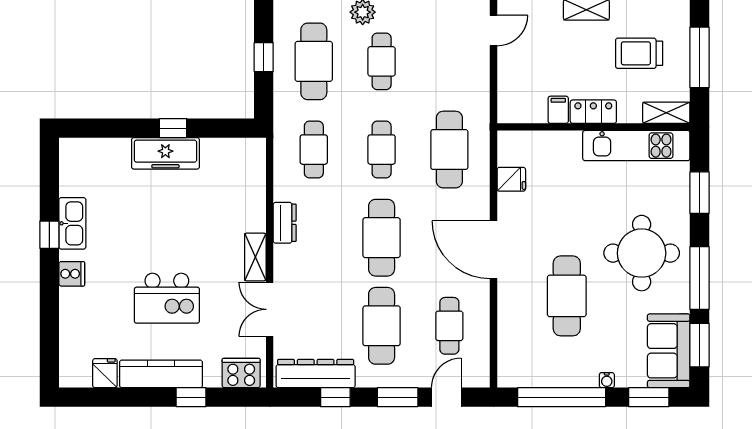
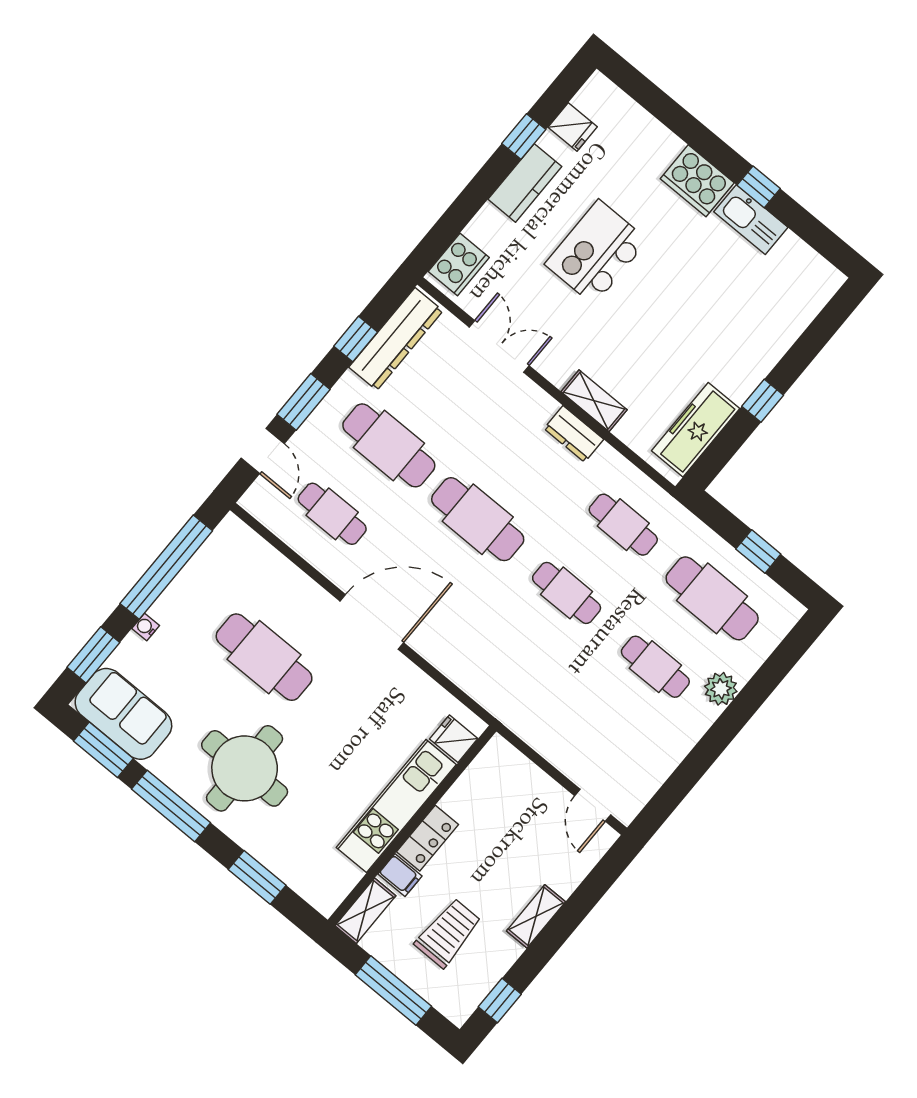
filing cabinet: (558, 110) -> (400, 875), moved
kitchen unit: (636, 146) -> (396, 806), moved
cafe table: (449, 150) -> (510, 661), removed
freezer: (165, 153) -> (696, 430), moved
fridge: (511, 179) -> (454, 739), moved, turned 90
shelving: (255, 257) -> (594, 401), moved
cooker: (72, 274) -> (697, 181), width x1.87, depth x1.31
kitchen counter: (161, 374) -> (525, 183), width x0.67
window: (191, 397) -> (524, 137), moved

